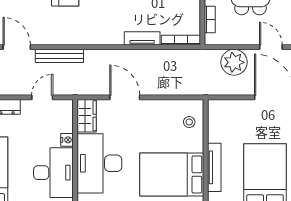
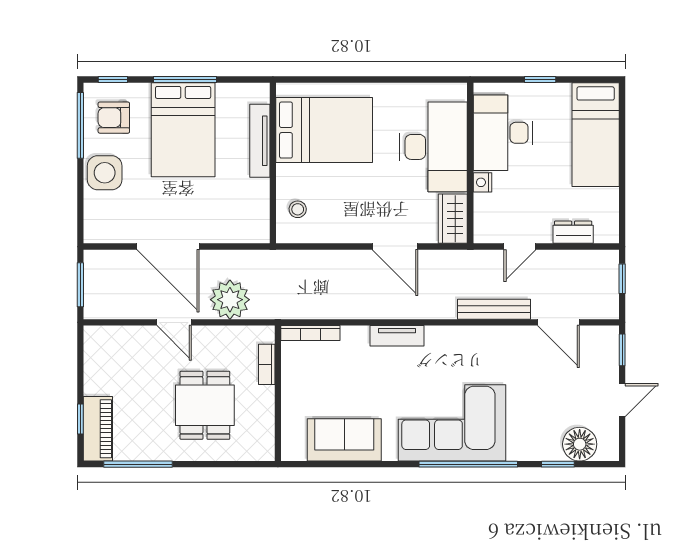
tv unit: (142, 38) -> (397, 336), moved

